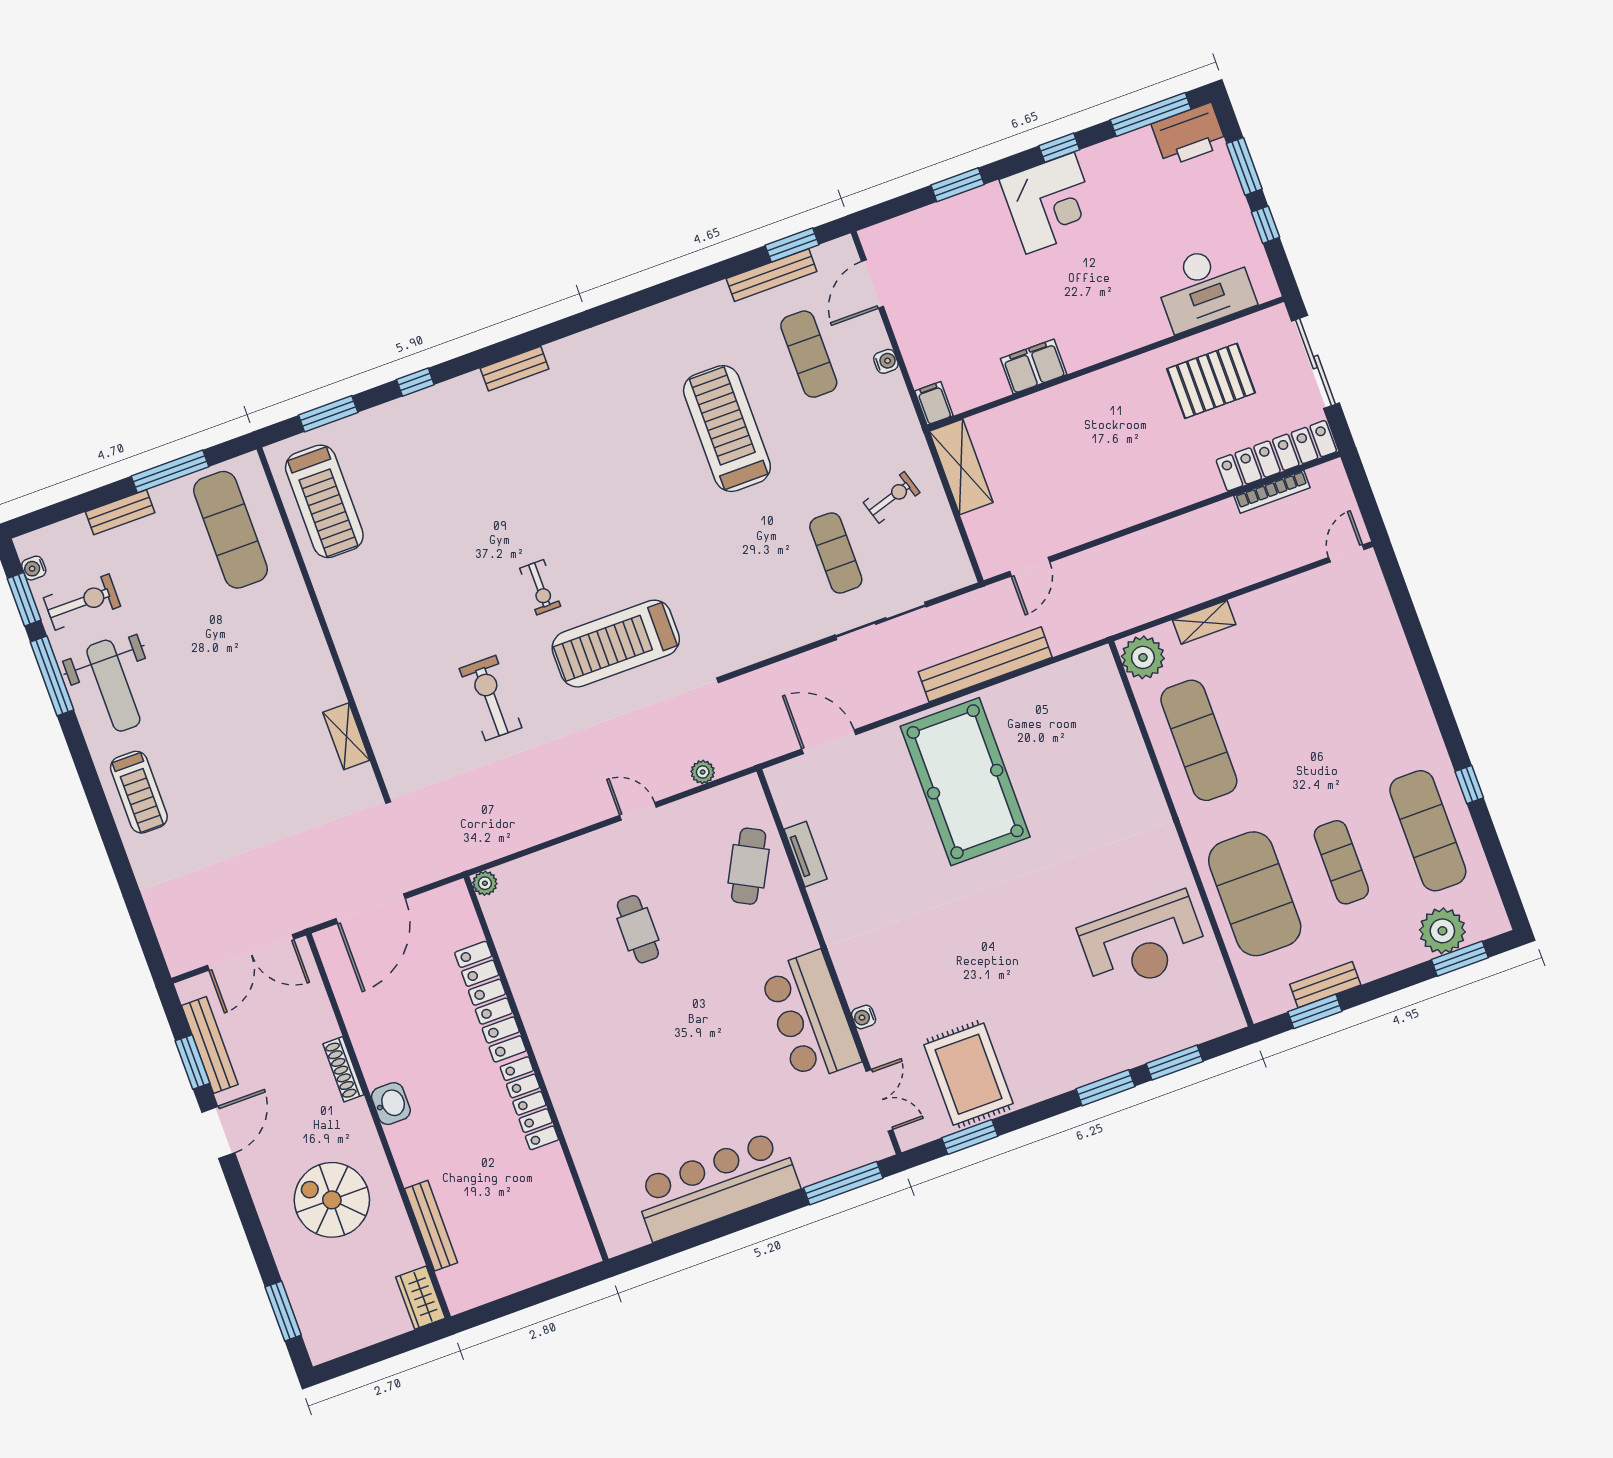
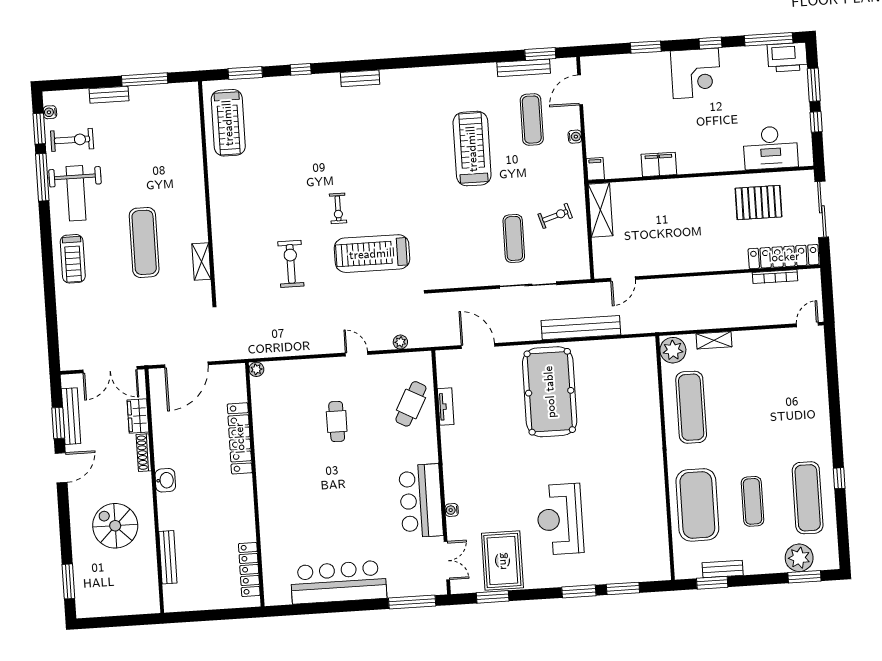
exercise mat: (231, 530) -> (144, 242), moved
reception desk: (1143, 942) -> (560, 519), moved, turned 90
locker: (529, 1103) -> (249, 569), moved
wardrobe: (421, 1298) -> (138, 416), moved

